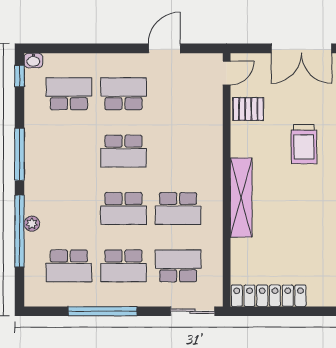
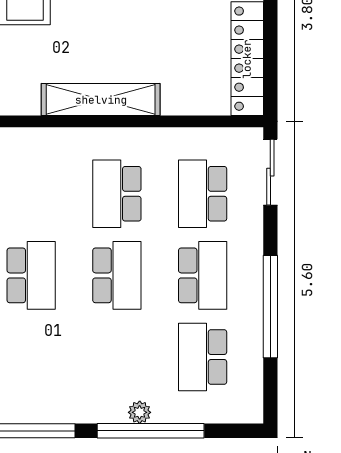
school desk: (178, 208) -> (117, 194), turned 180
school desk: (69, 266) -> (203, 357), turned 180

